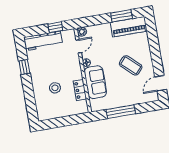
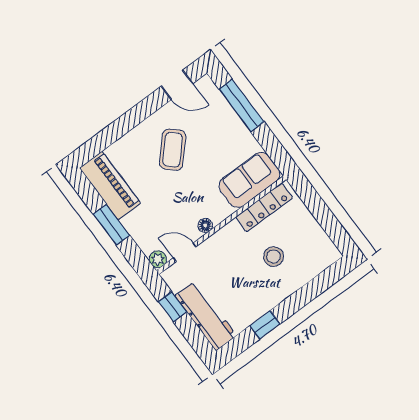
window: (121, 16) -> (111, 225), moved
sofa: (95, 82) -> (250, 180), moved
locker: (80, 90) -> (264, 207), width x1.53
window: (121, 112) -> (241, 105), moved

